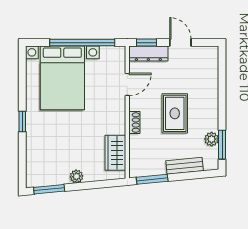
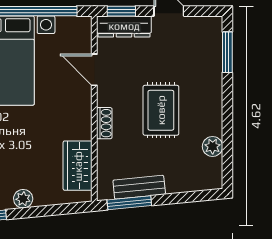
door: (127, 84) -> (94, 70), swing flipped
window: (222, 145) -> (227, 52), moved
bench: (185, 166) -> (139, 187), moved

